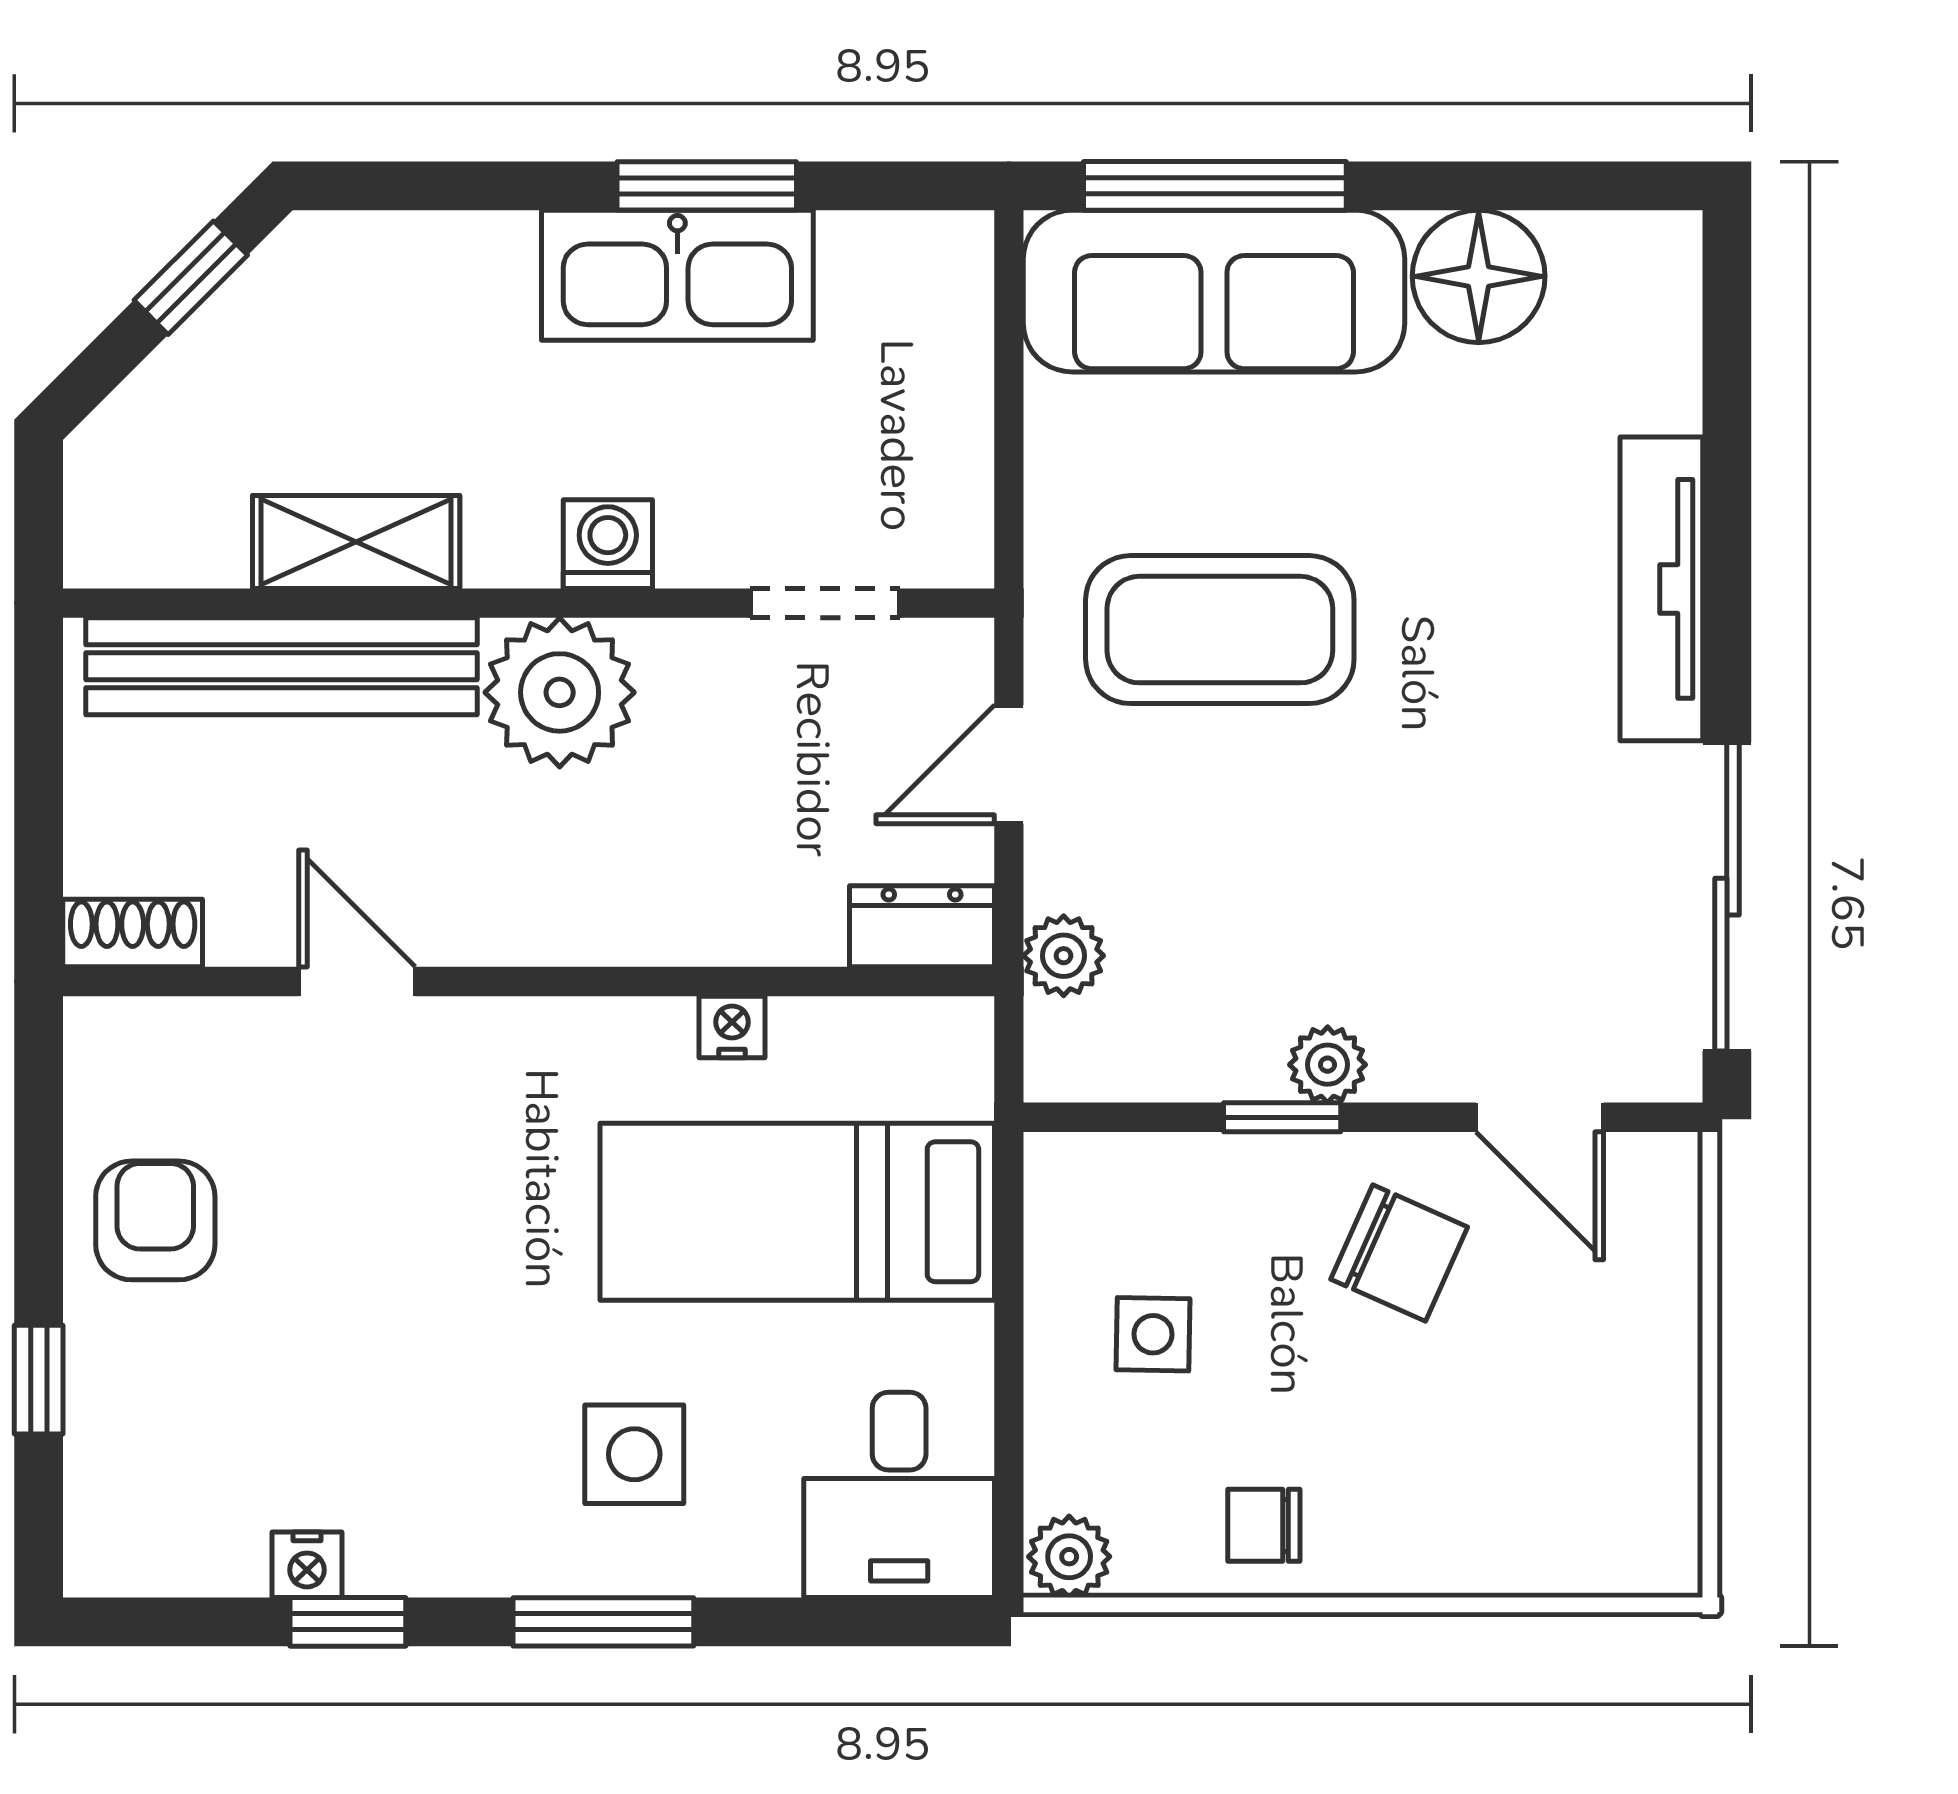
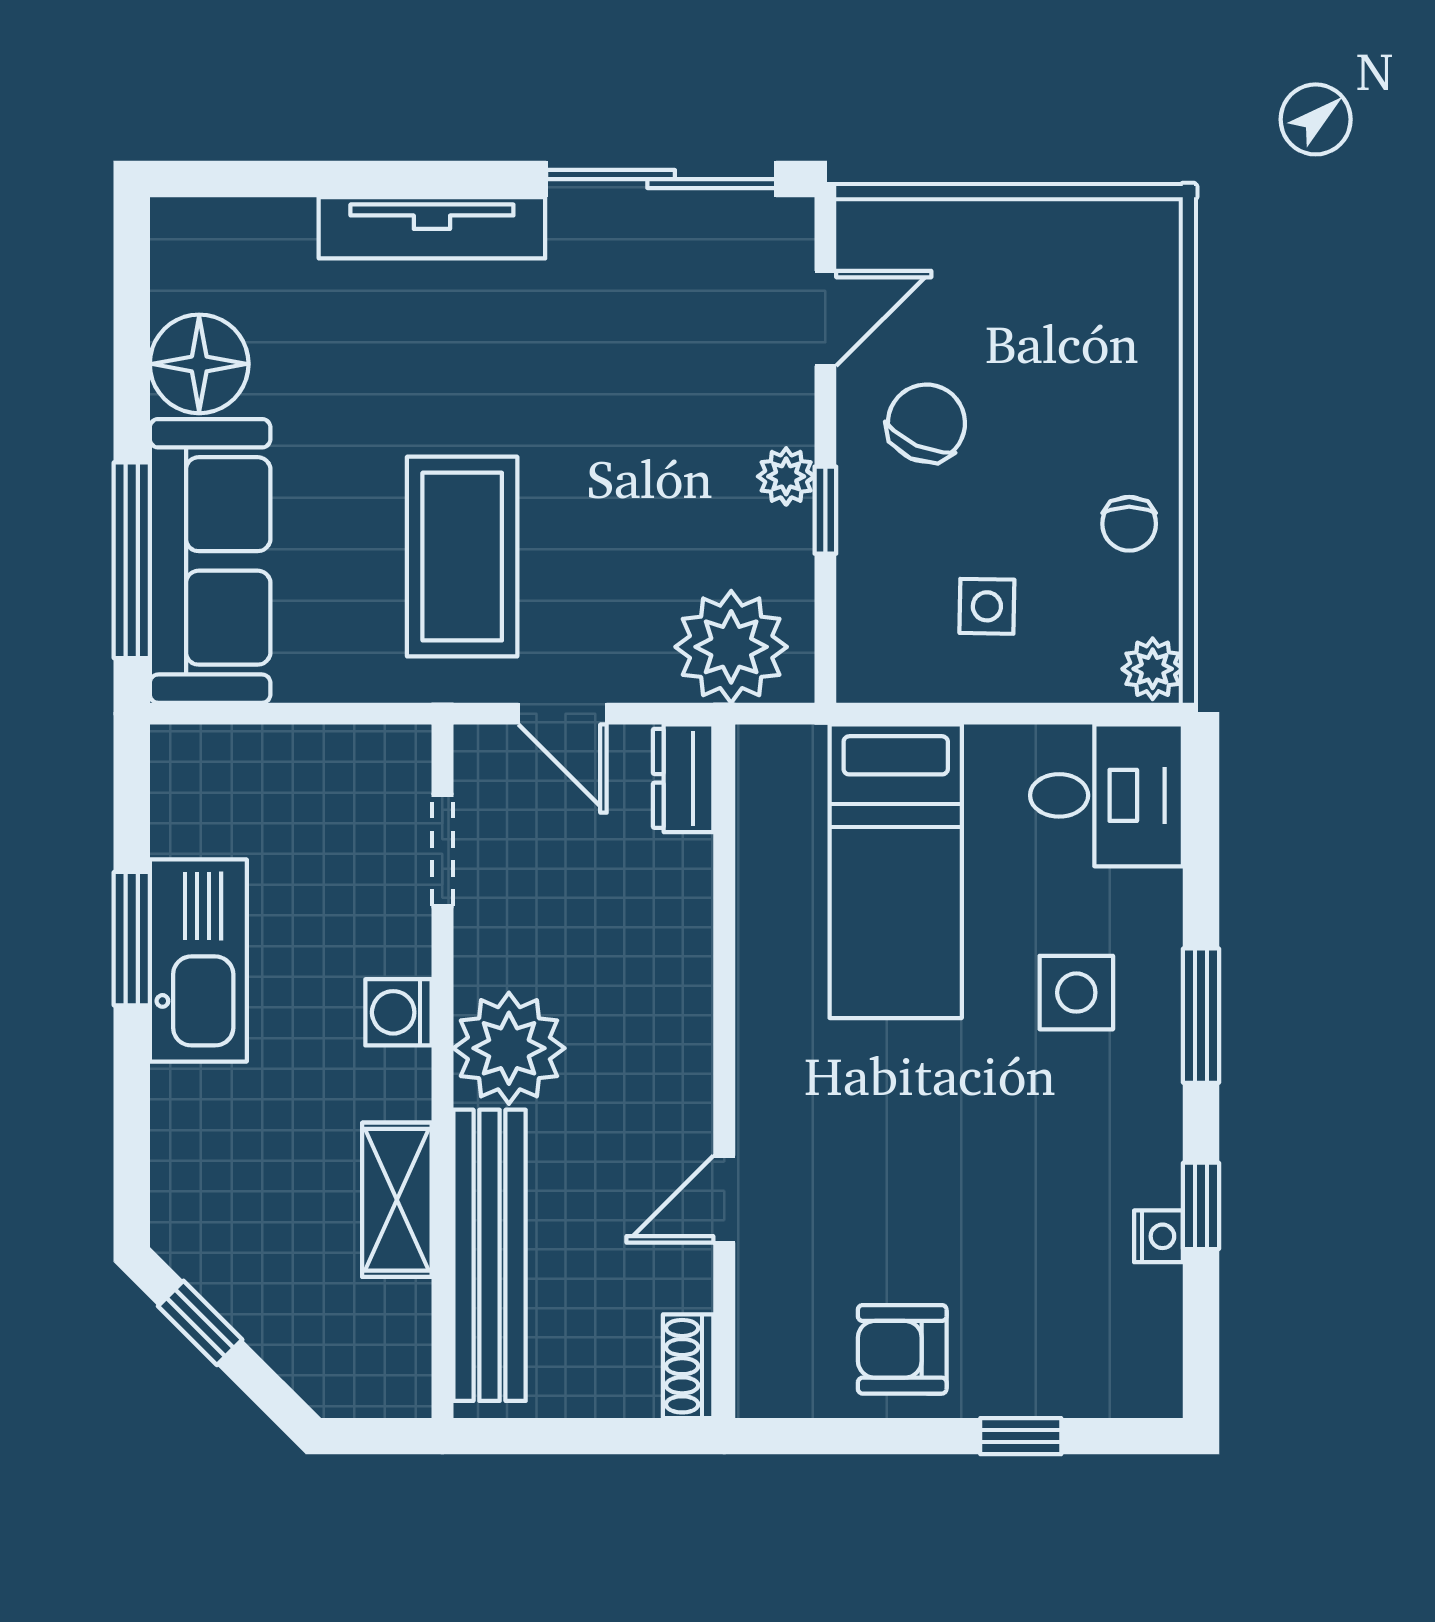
plant: (1064, 956) -> (731, 647), width x1.87, depth x1.87
nightstand: (732, 1027) -> (758, 920), removed

